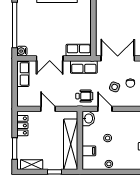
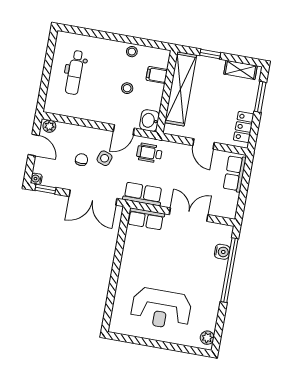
water cooler: (22, 51) -> (222, 252), moved
row of seats: (23, 74) -> (235, 174), moved
door: (105, 109) -> (124, 130), hinge flipped

